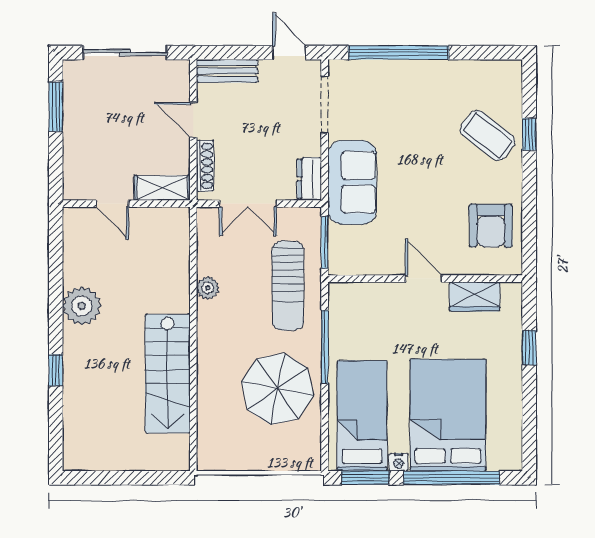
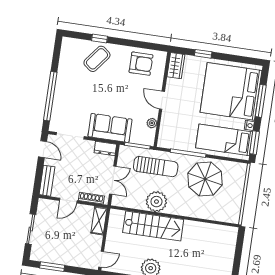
sliding door: (125, 53) -> (31, 229), width x0.73
door: (289, 53) -> (42, 149), swing flipped
door: (112, 204) -> (101, 259), moved
plant: (374, 265) -> (152, 123), added
door: (423, 279) -> (162, 100), hinge flipped
plant: (208, 288) -> (156, 202), width x1.87, depth x1.87
wardrobe: (474, 296) -> (176, 66), moved
stairs: (168, 374) -> (153, 226), moved
bed: (448, 415) -> (231, 91), width x1.36
window: (451, 478) -> (261, 101), width x0.68

